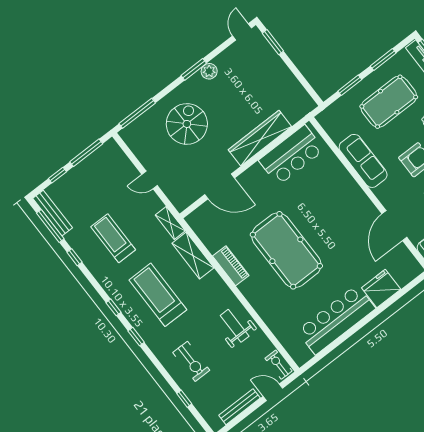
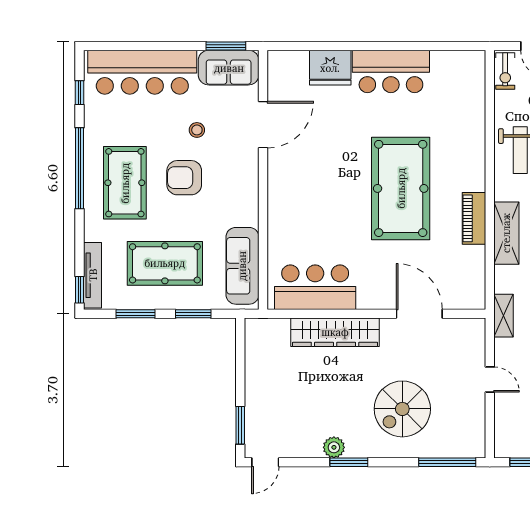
sofa: (363, 161) -> (242, 266), moved
shelving: (193, 256) -> (506, 233), moved
bar counter: (336, 320) -> (391, 71), width x0.73

